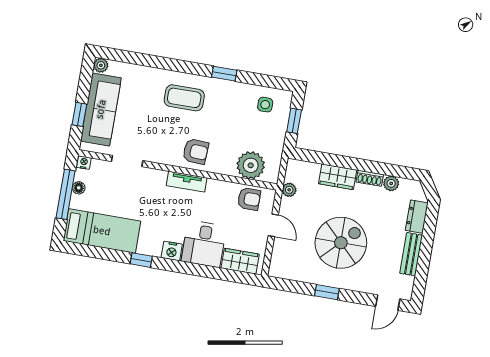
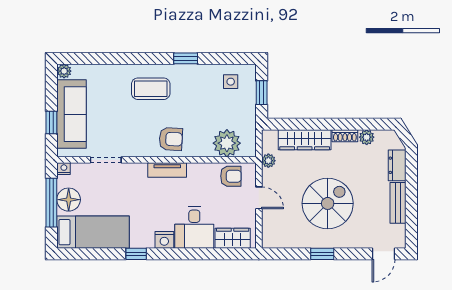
wardrobe: (338, 177) -> (305, 140), width x1.50
floor lamp: (79, 188) -> (69, 200), width x1.89, depth x1.89

